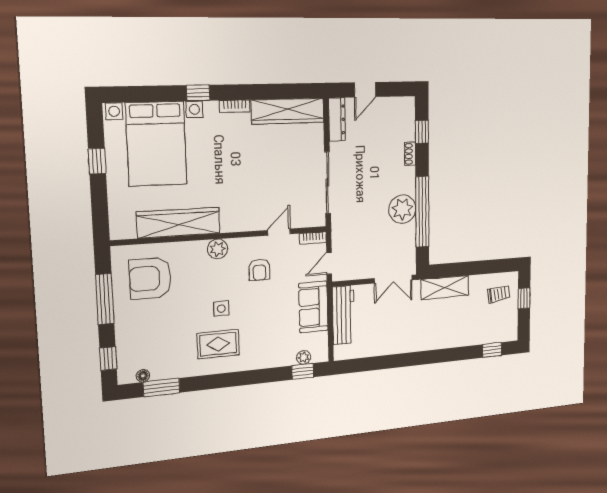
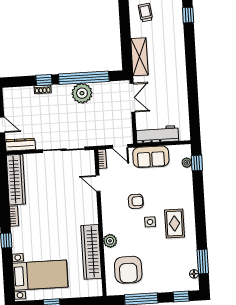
window: (422, 132) -> (44, 80), moved
bed with nightstands: (156, 144) -> (40, 275), width x0.73
plant: (218, 249) -> (110, 241), moved
armchair: (259, 270) -> (136, 201), moved

